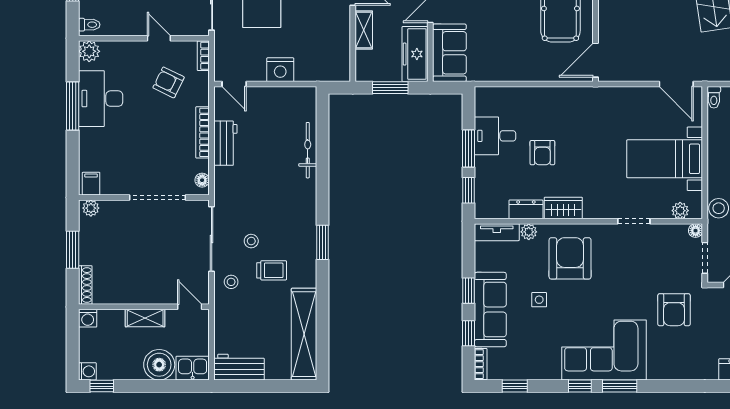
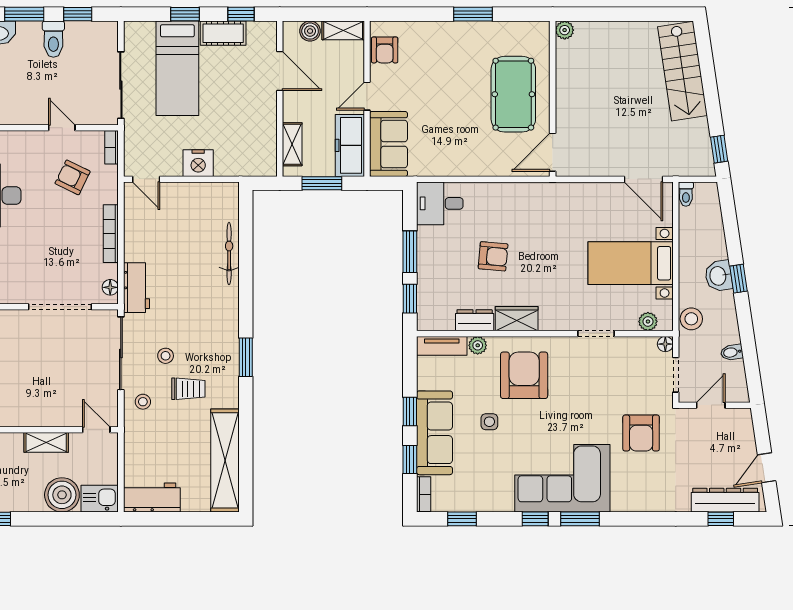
shelving: (364, 30) -> (292, 144), moved
desk: (495, 136) -> (440, 203), moved
workbench: (225, 143) -> (137, 288), moved
armchair: (542, 153) -> (493, 256), turned -85

